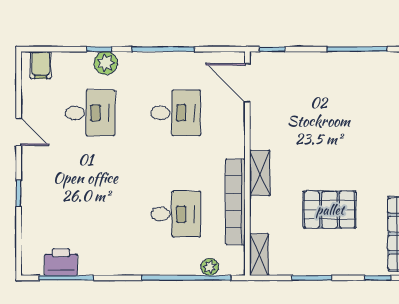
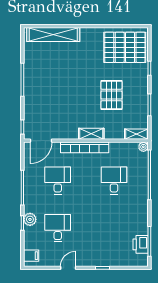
bookcase: (235, 202) -> (85, 147), moved
plant: (210, 267) -> (143, 147), moved

